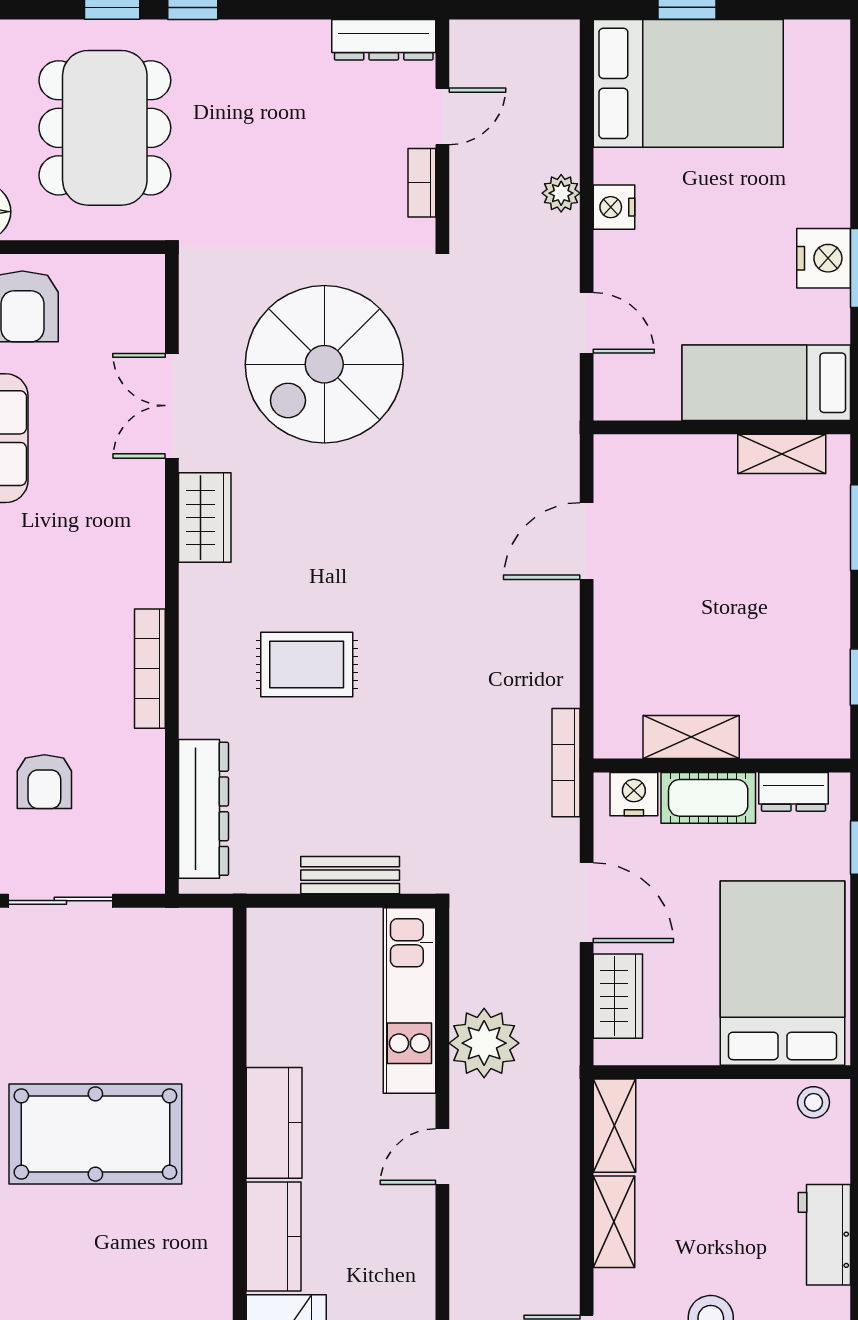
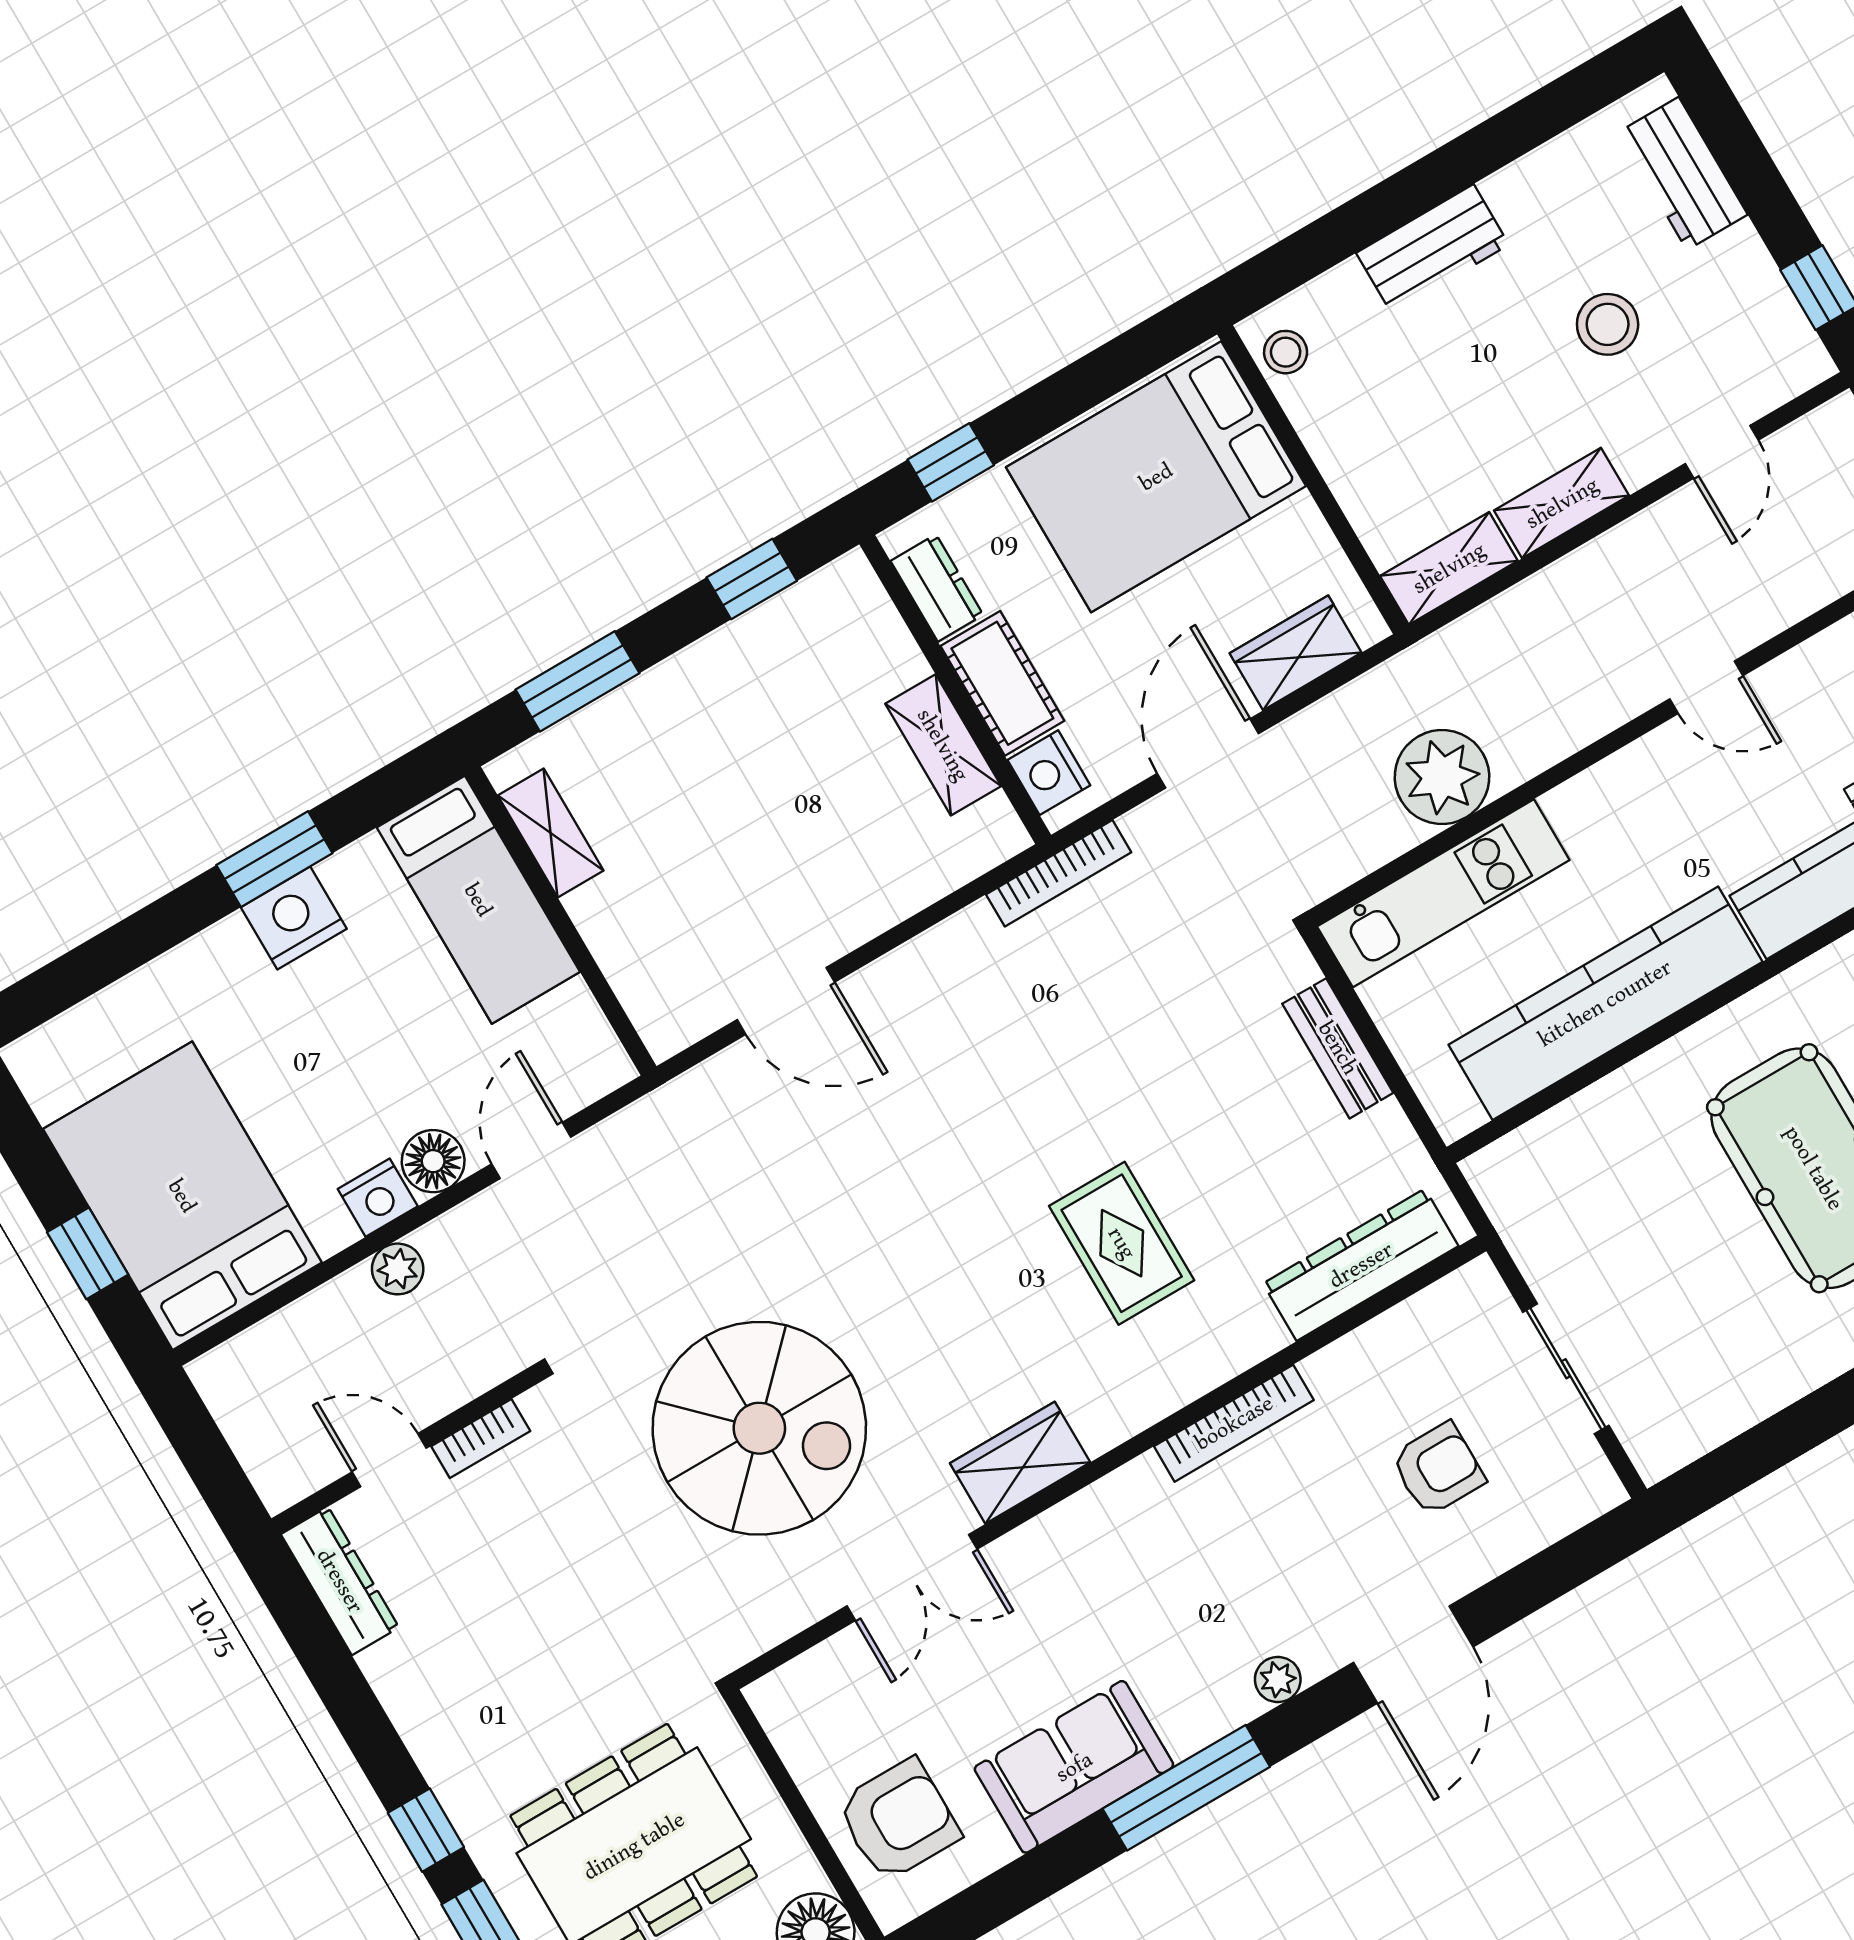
floor lamp: (617, 256) -> (433, 1161), added
kitchen counter: (274, 1123) -> (1605, 1003), width x2.08, depth x1.17
door: (442, 1157) -> (1706, 687), moved

